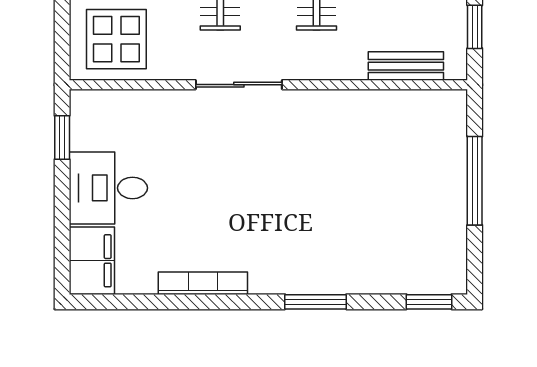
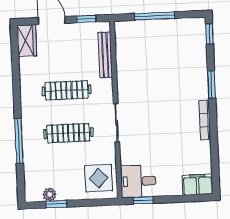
bench: (406, 66) -> (105, 55), width x1.36
desk: (108, 188) -> (138, 181), moved, turned 90
bookcase: (203, 283) -> (205, 120), moved

